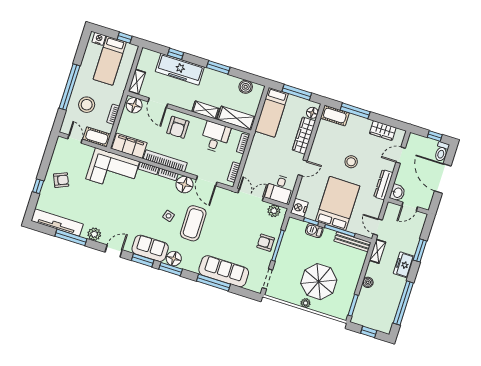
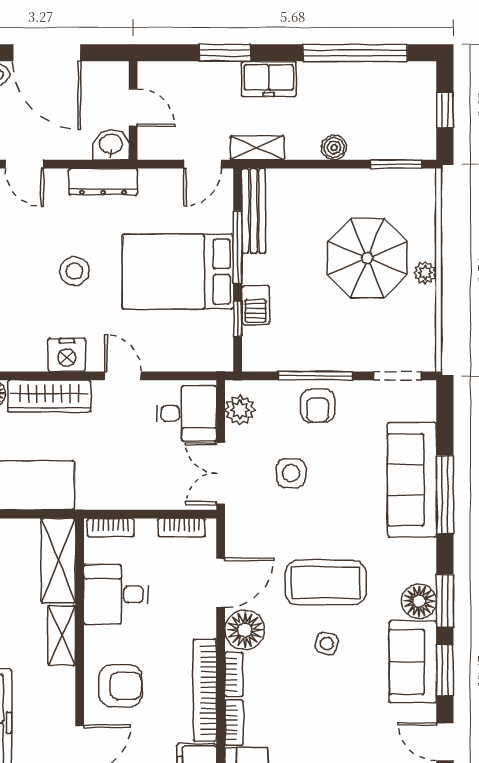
door: (443, 178) -> (47, 53), hinge flipped
nightstand: (299, 208) -> (67, 355), moved
side table: (242, 223) -> (291, 473), added

